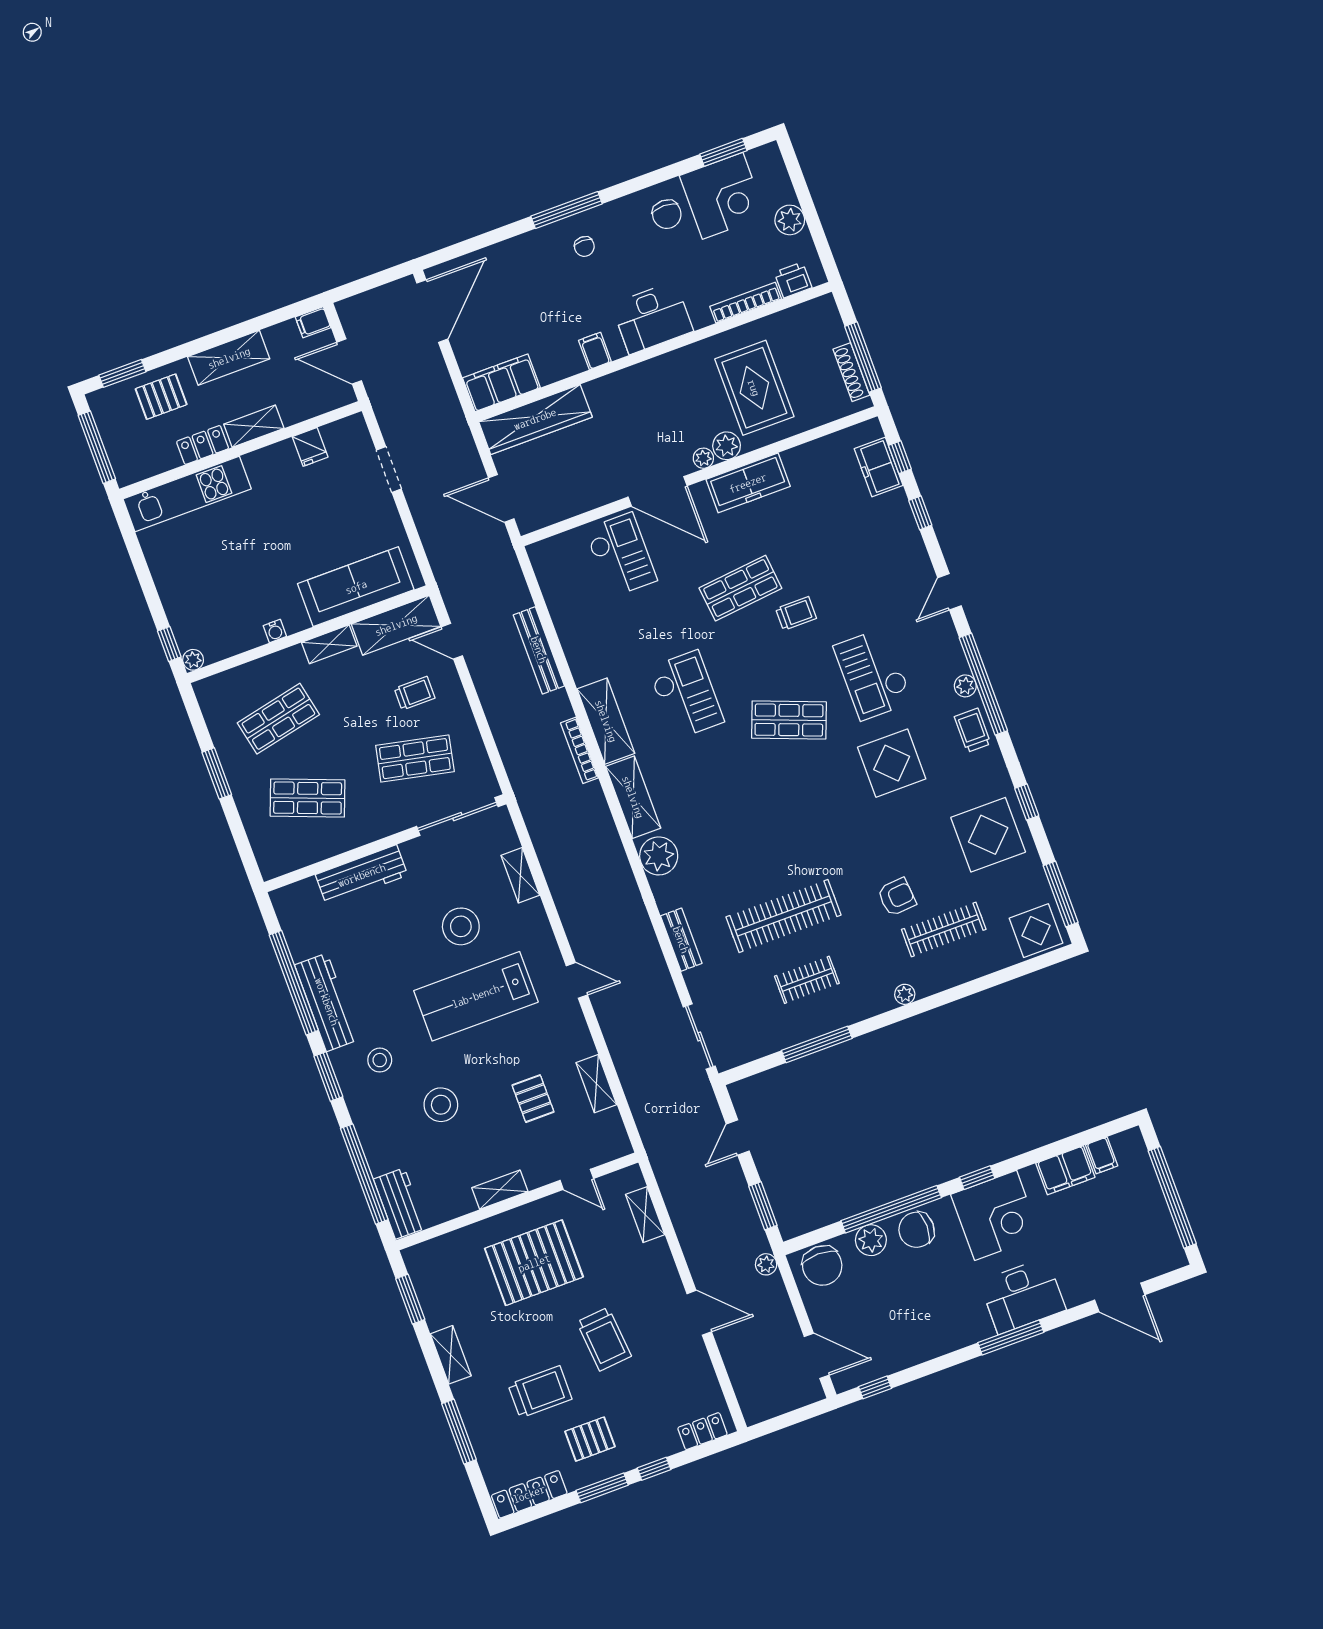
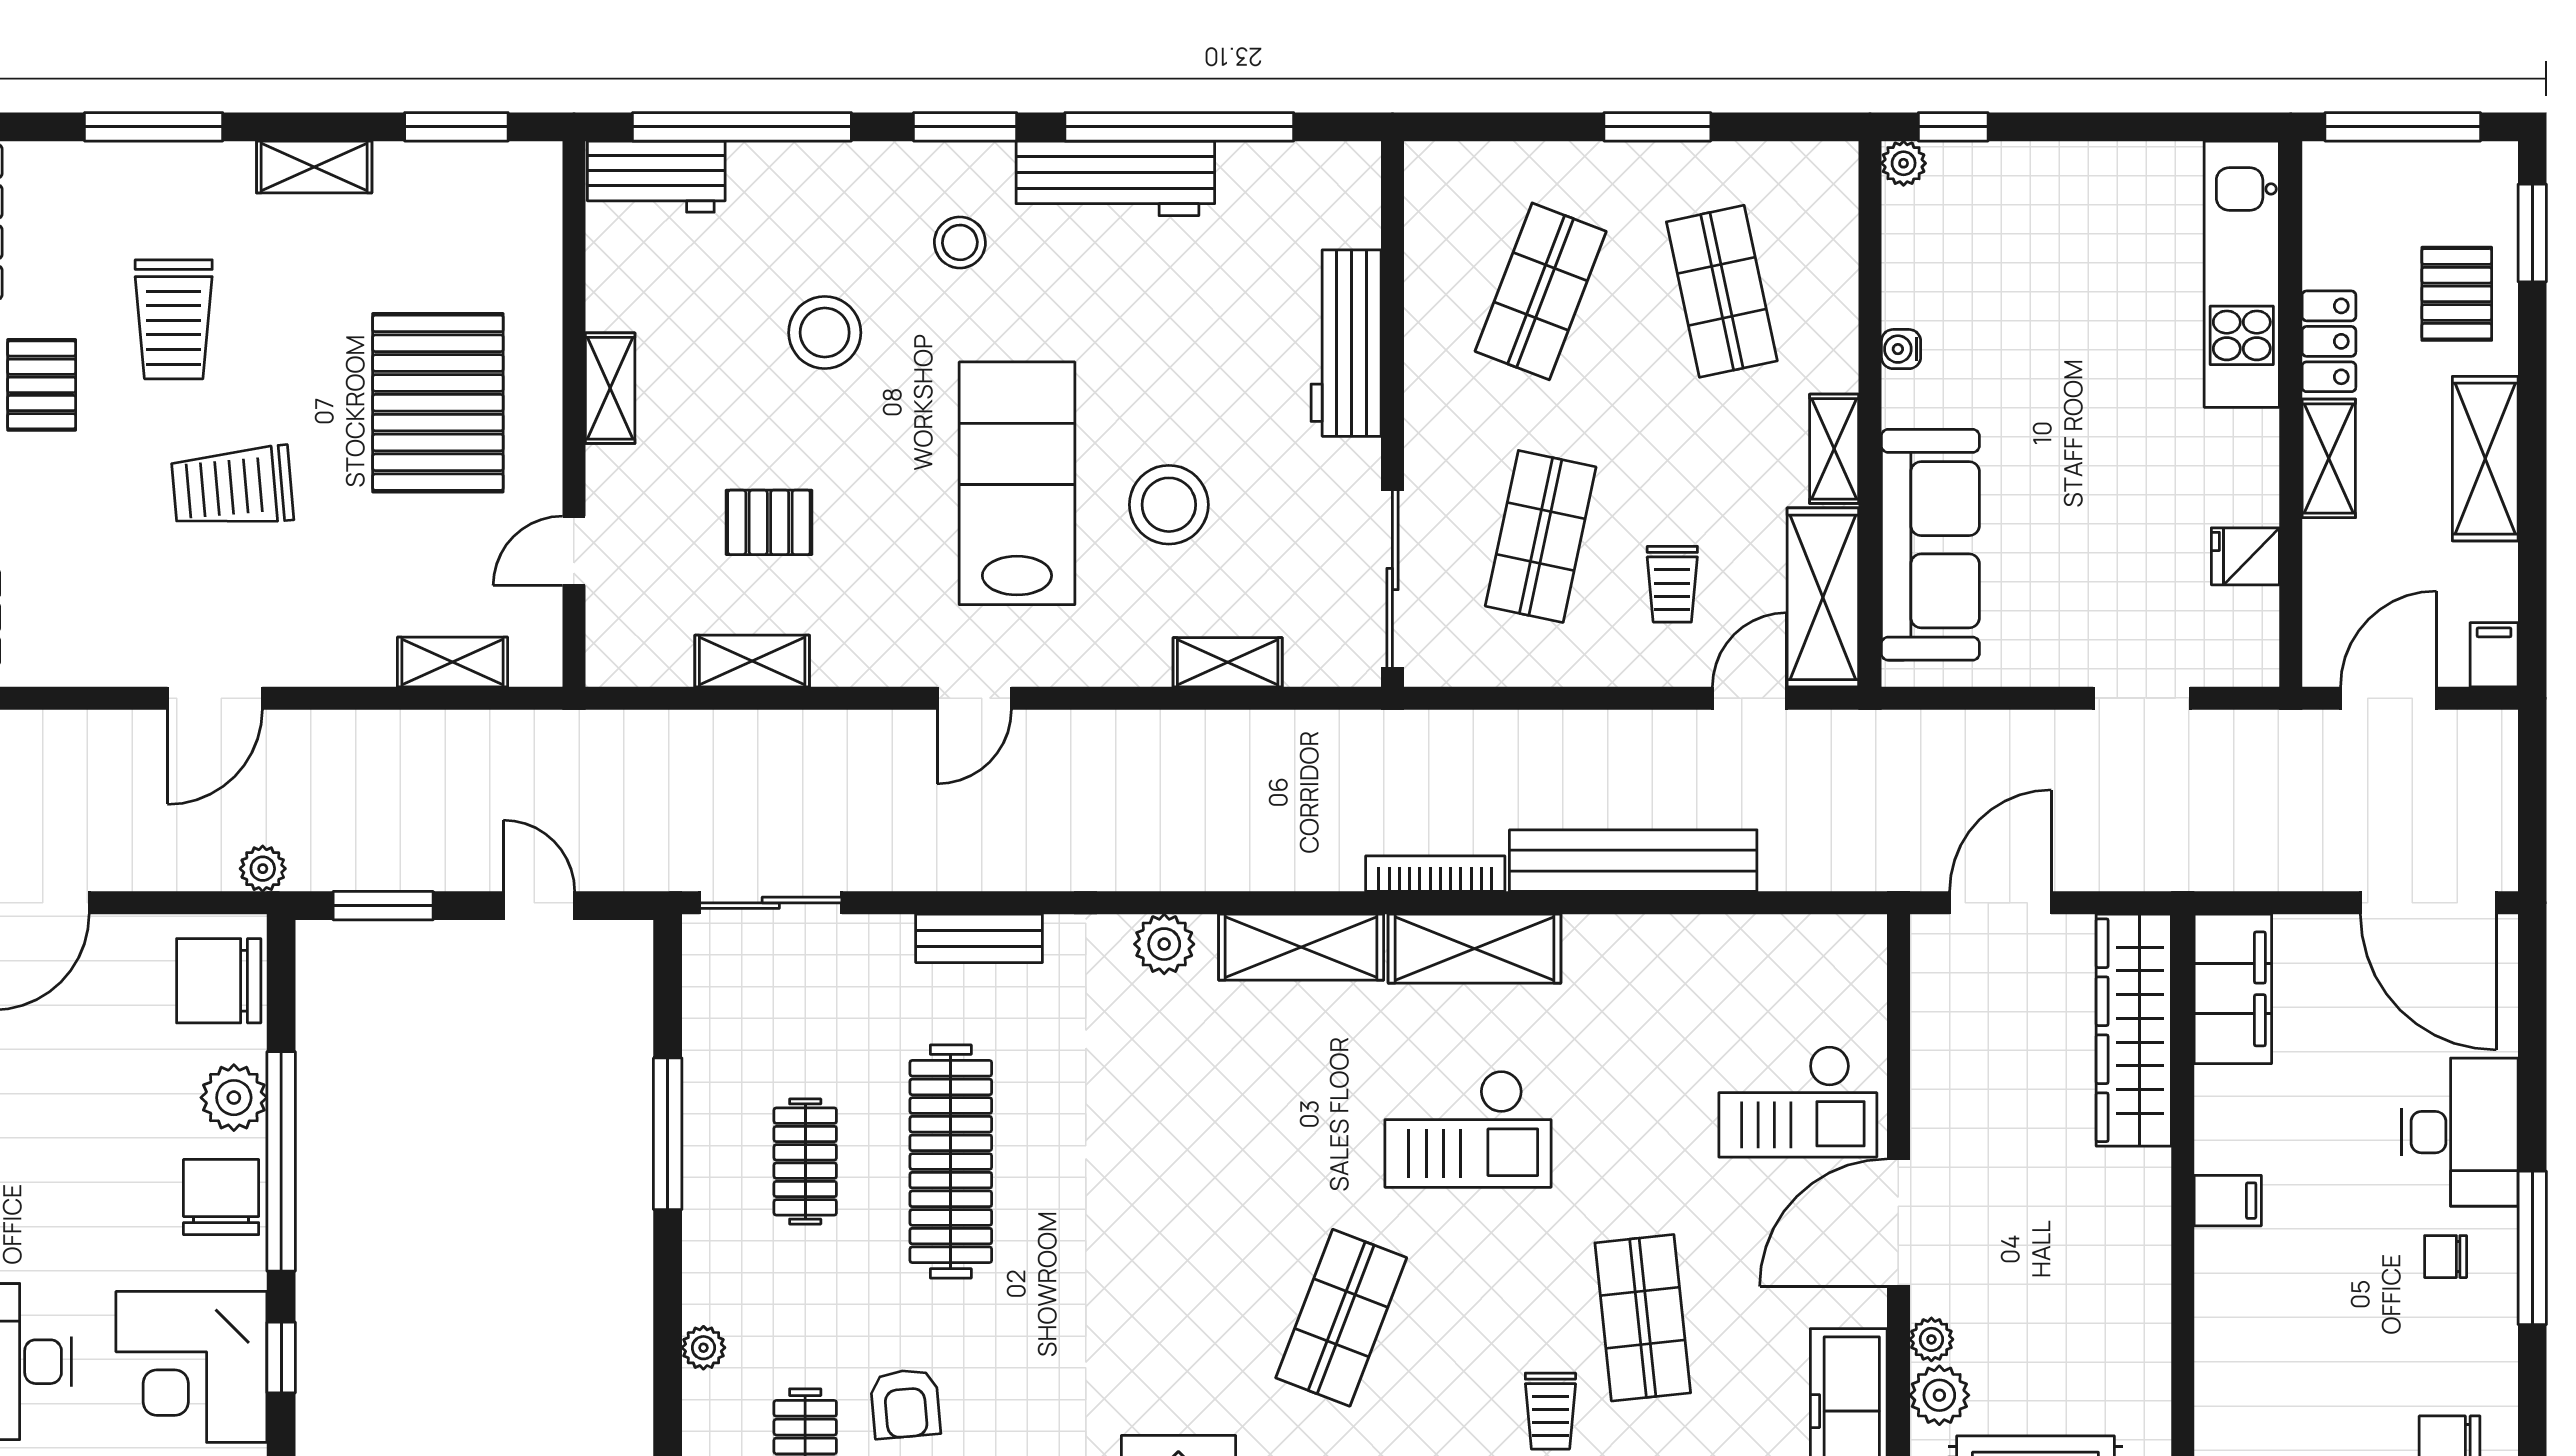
desk: (652, 318) -> (2460, 1132), moved, turned 180
bench: (539, 650) -> (1633, 861), width x1.37, depth x1.21
plant: (659, 856) -> (1164, 944), width x0.73, depth x0.73

